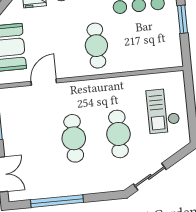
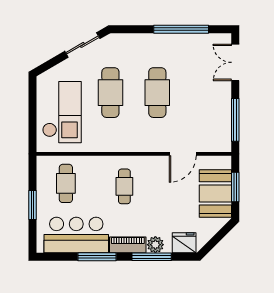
cafe table: (153, 43) -> (66, 183), added
cafe table: (96, 46) -> (124, 186), width x0.73, depth x0.74
checkout: (163, 111) -> (62, 112), width x1.36, depth x1.21

